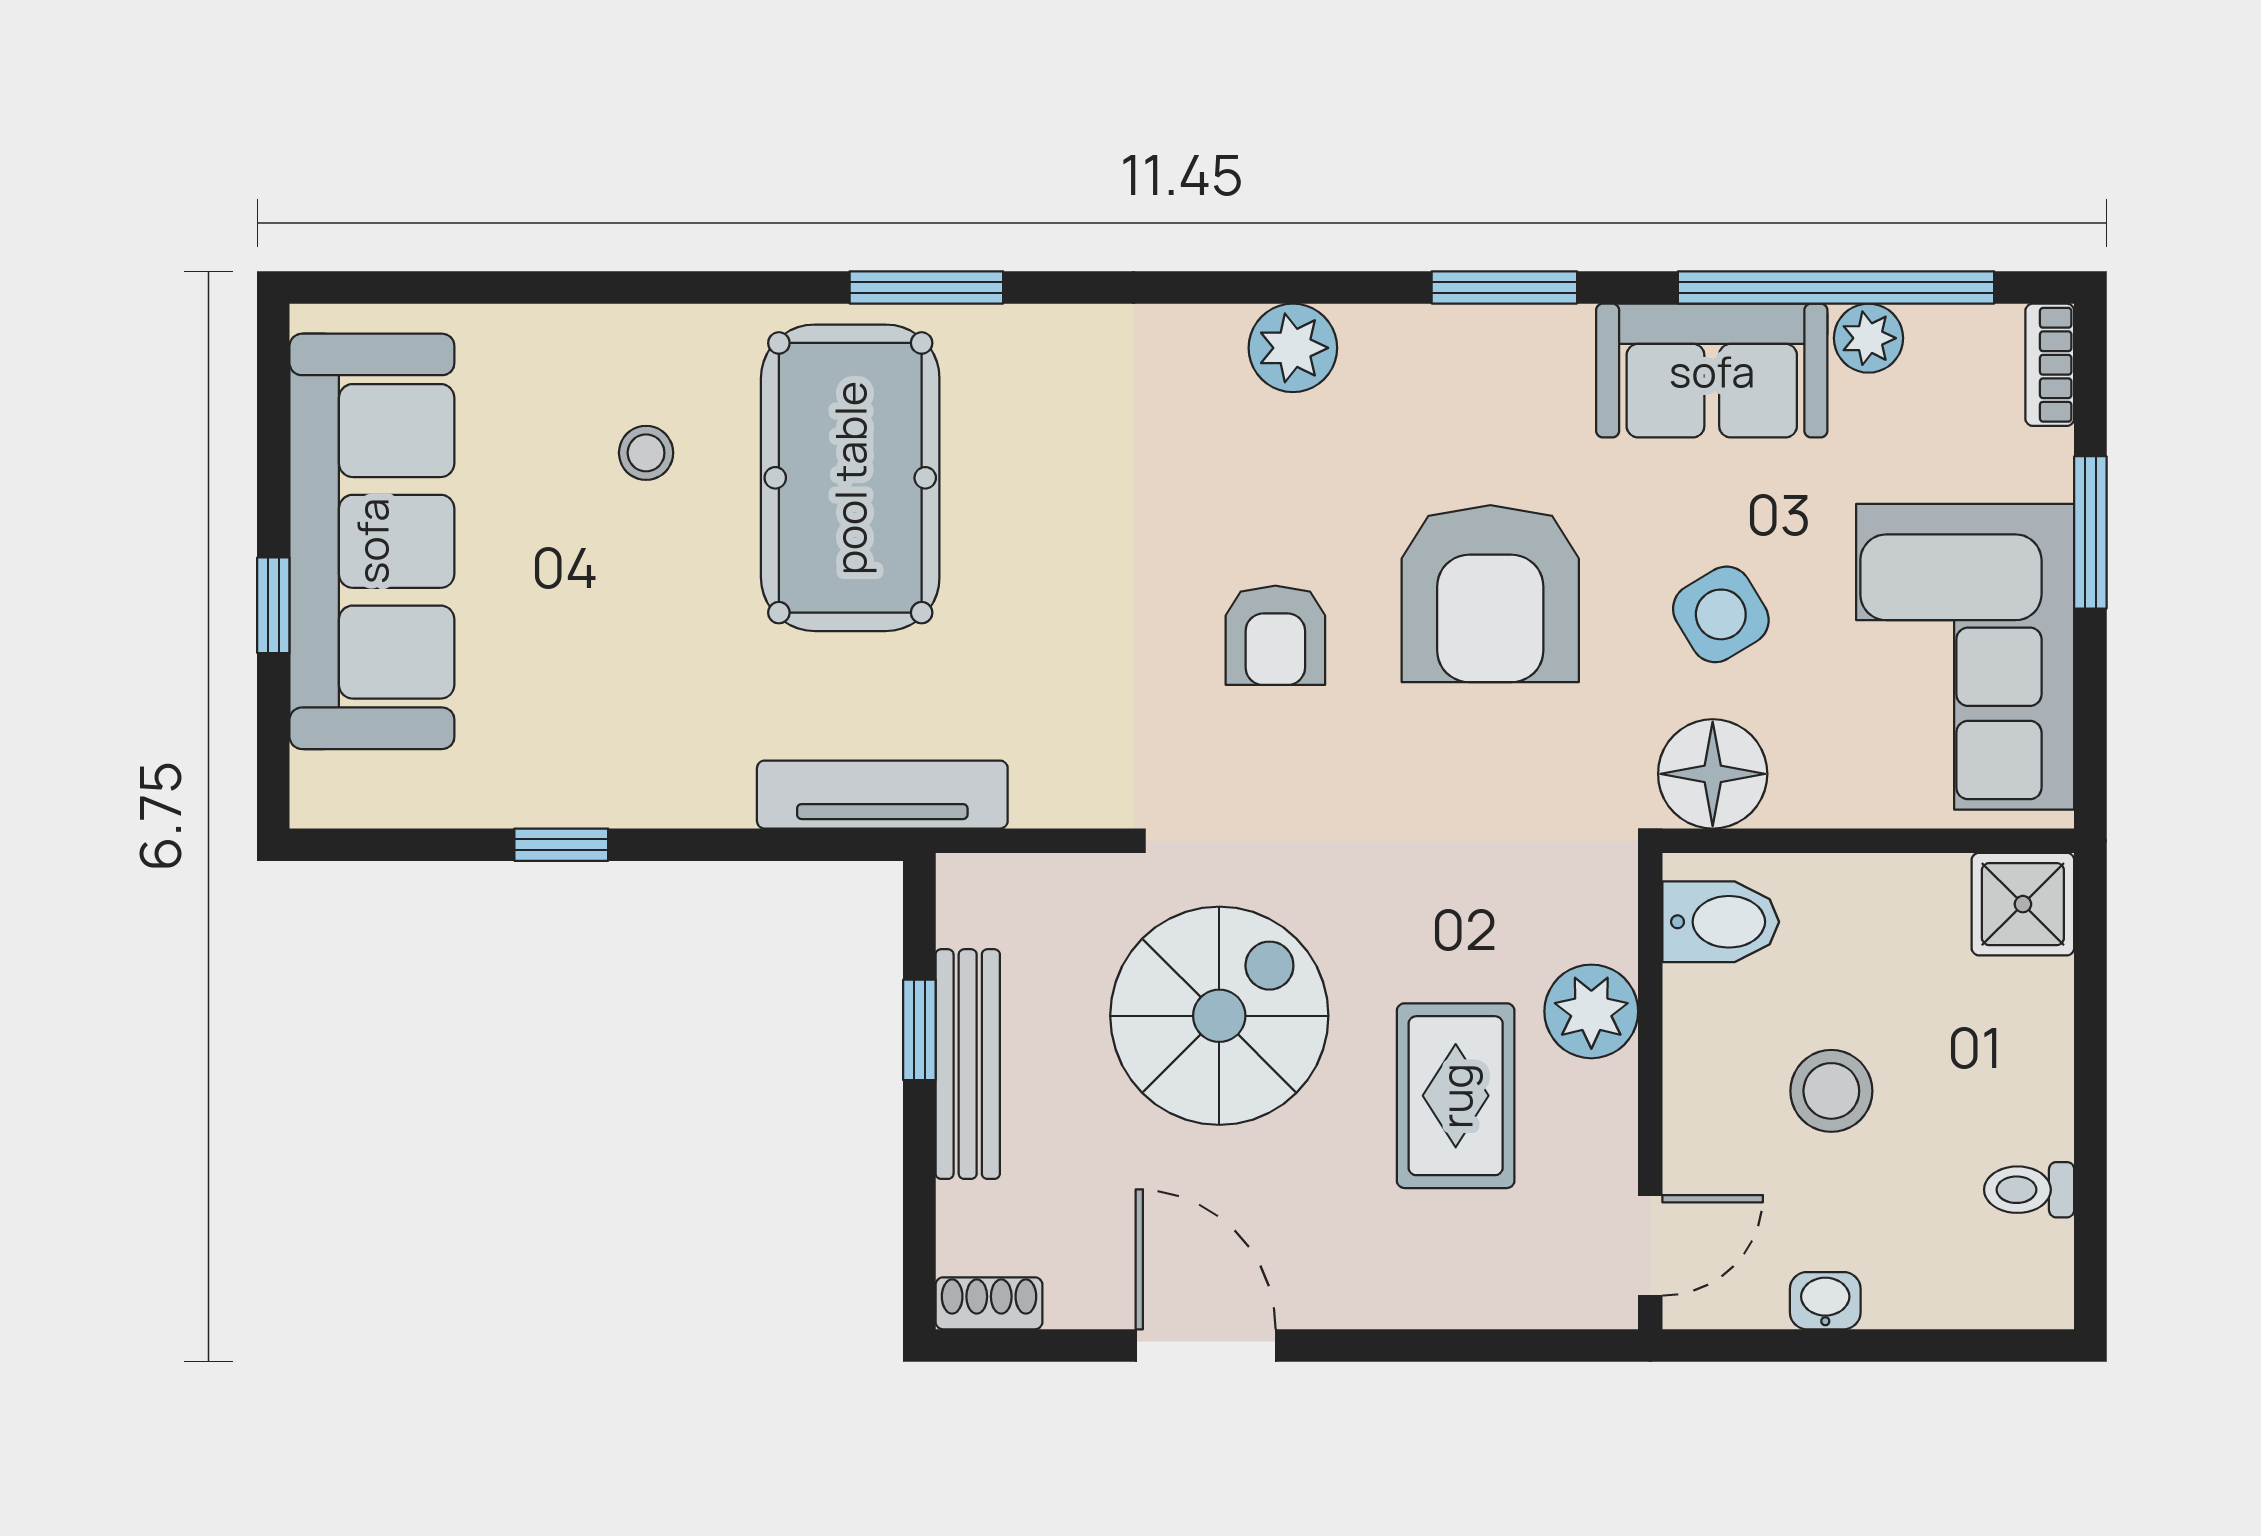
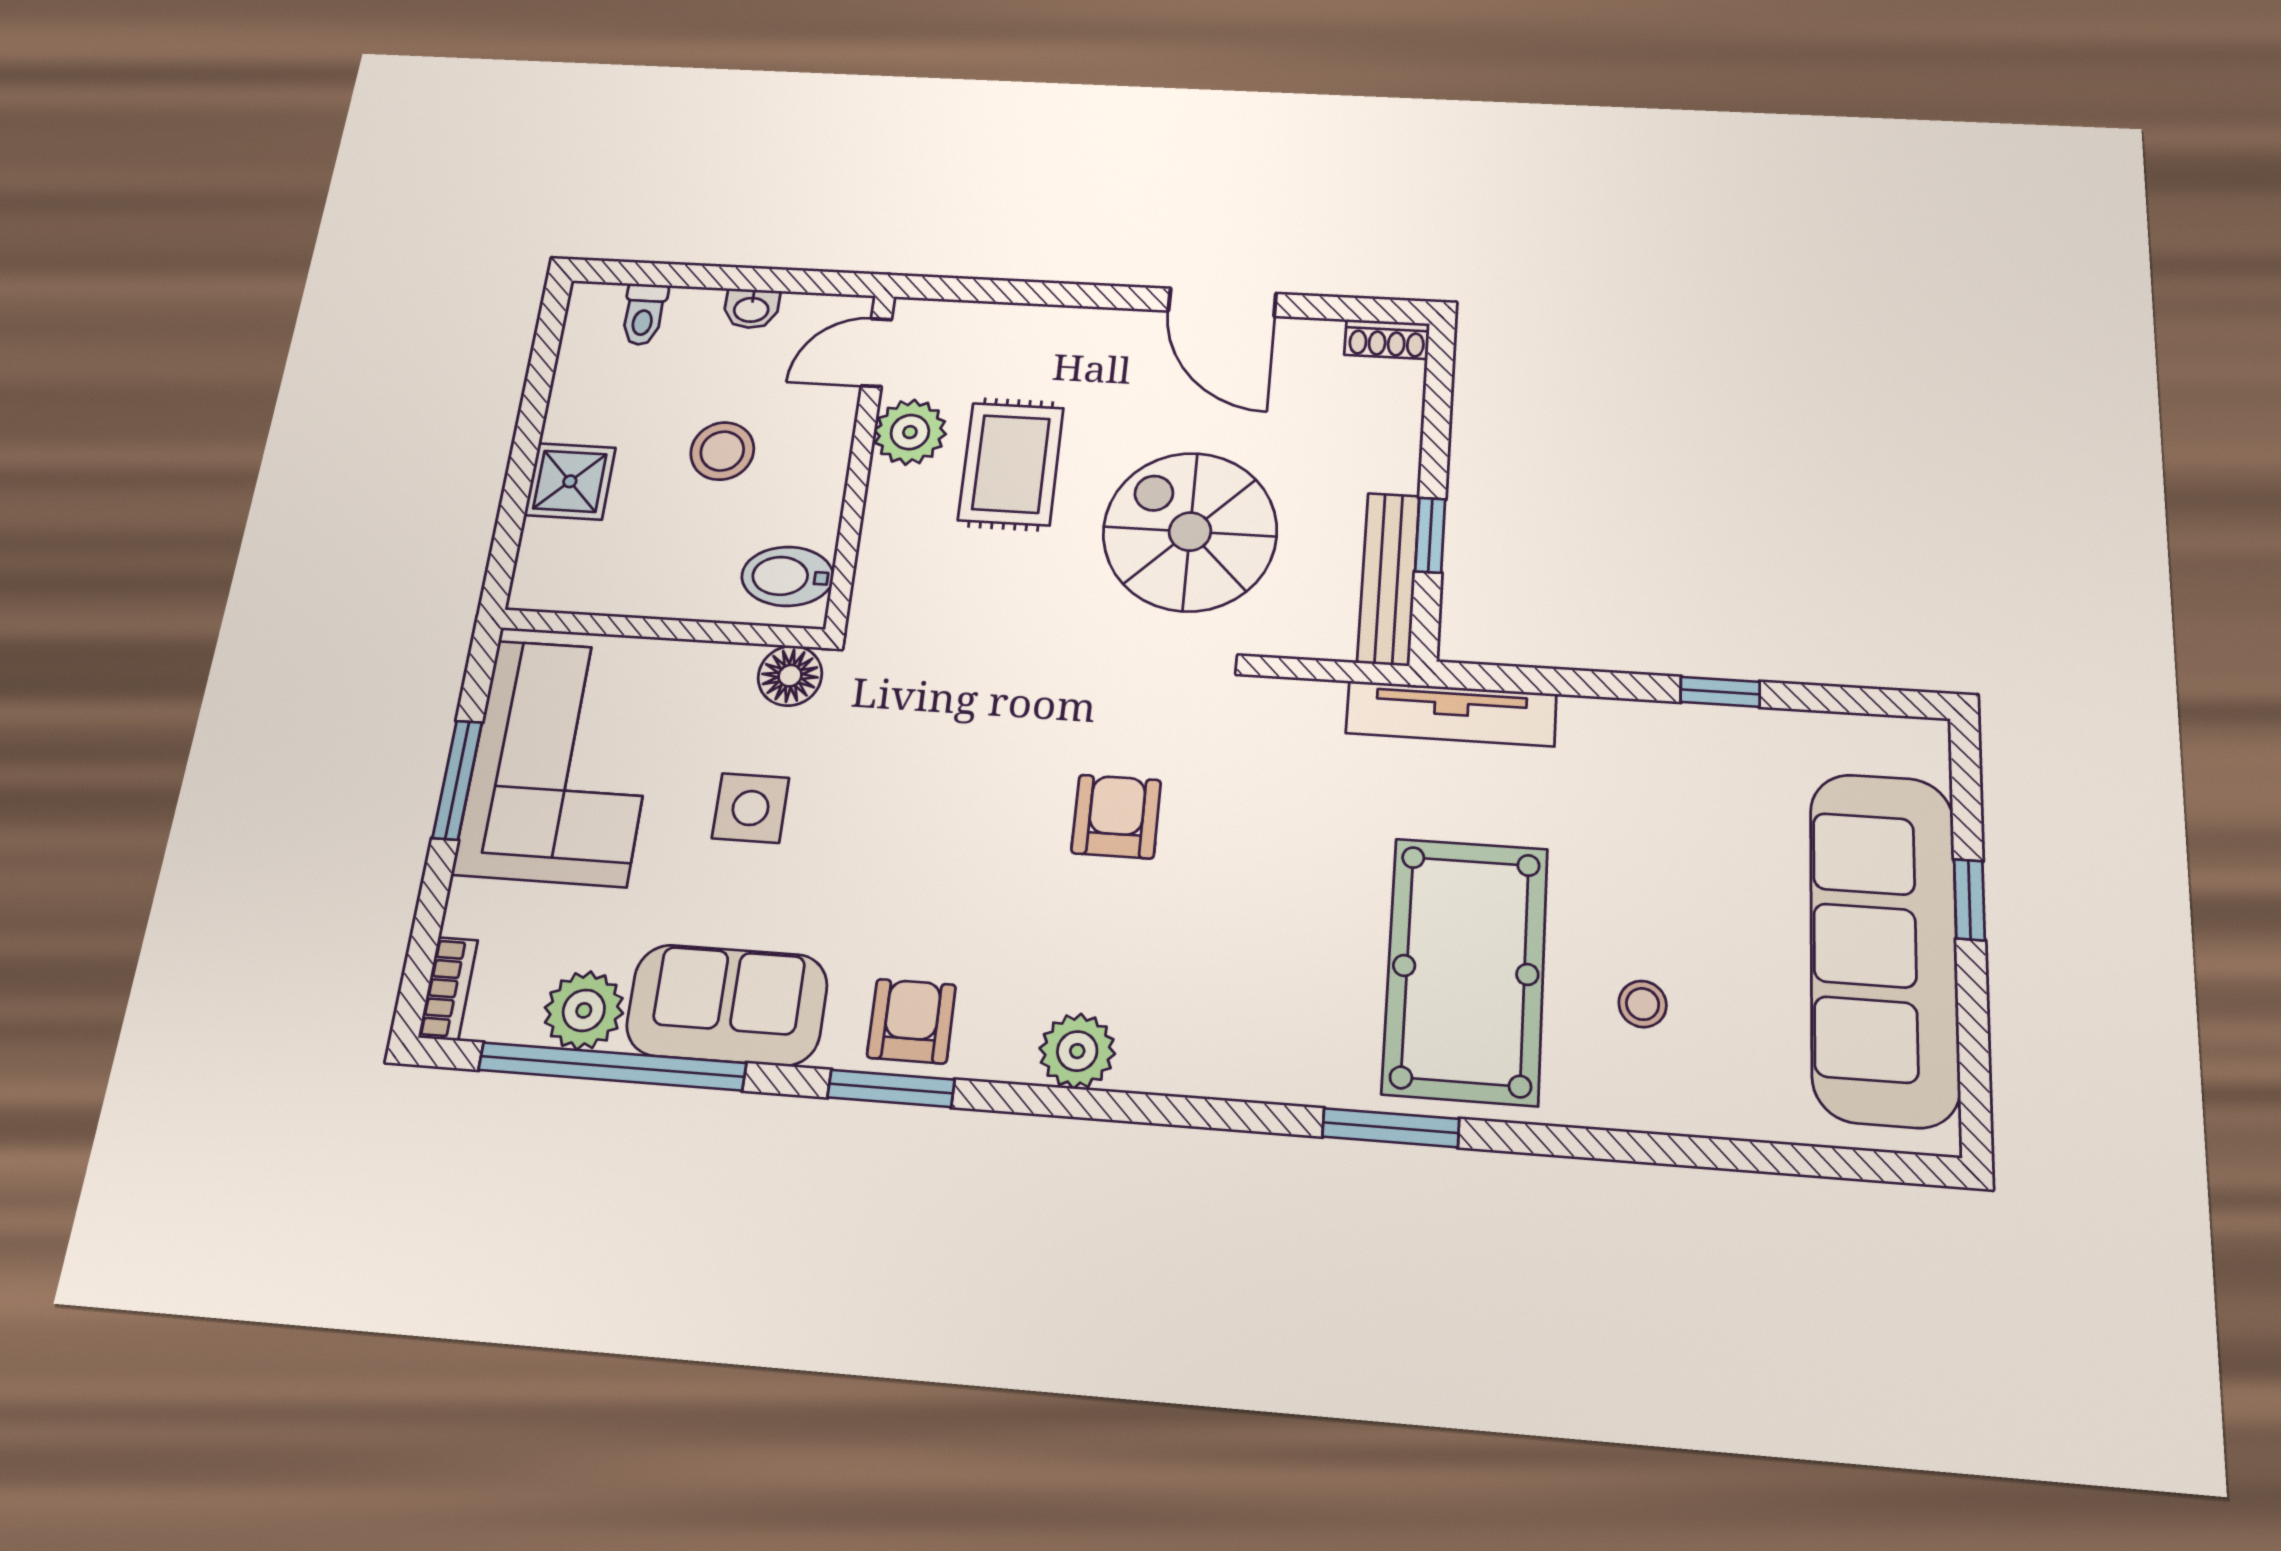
plant: (1868, 338) -> (584, 1010), width x1.38, depth x1.38
window: (2090, 532) -> (457, 780), moved
armchair: (1490, 594) -> (911, 1021), moved, width x0.53, depth x0.53
side table: (1721, 614) -> (751, 808), turned 31
floor lamp: (1713, 774) -> (790, 676), width x0.73, depth x0.73
shower: (2023, 904) -> (570, 481), moved
plant: (1591, 1011) -> (910, 432), moved
spiral stairs: (1219, 1016) -> (1190, 532), turned 90
bench: (968, 1064) -> (1389, 579), moved
toilet: (2029, 1190) -> (644, 314), moved, turned 90

